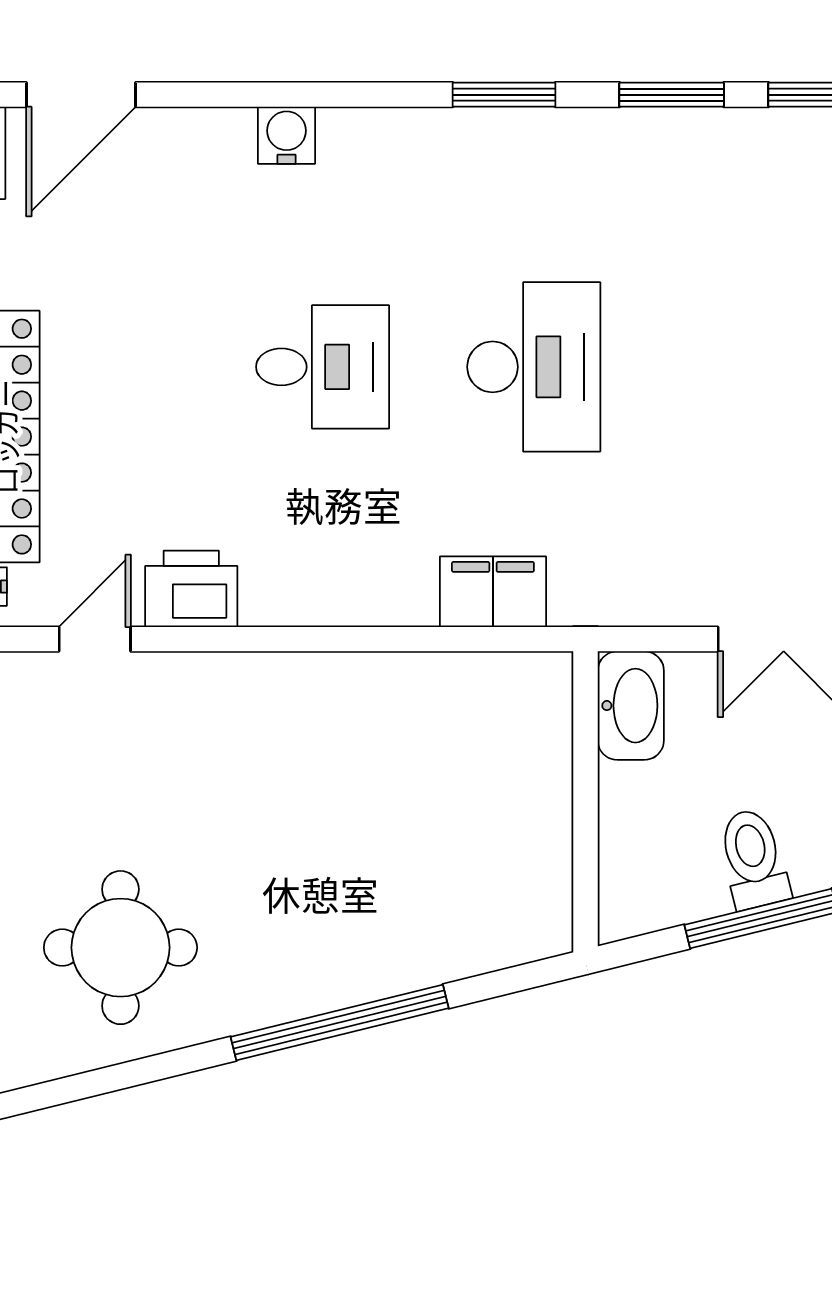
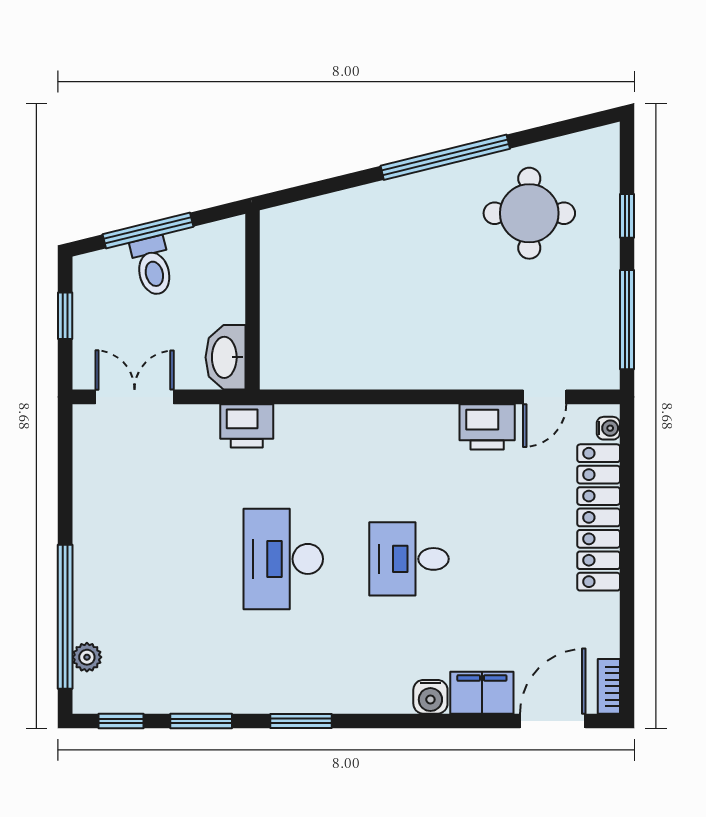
printer: (595, 590) -> (247, 426), added
filing cabinet: (493, 592) -> (482, 693), moved, turned 180
window: (340, 1023) -> (445, 157), moved

